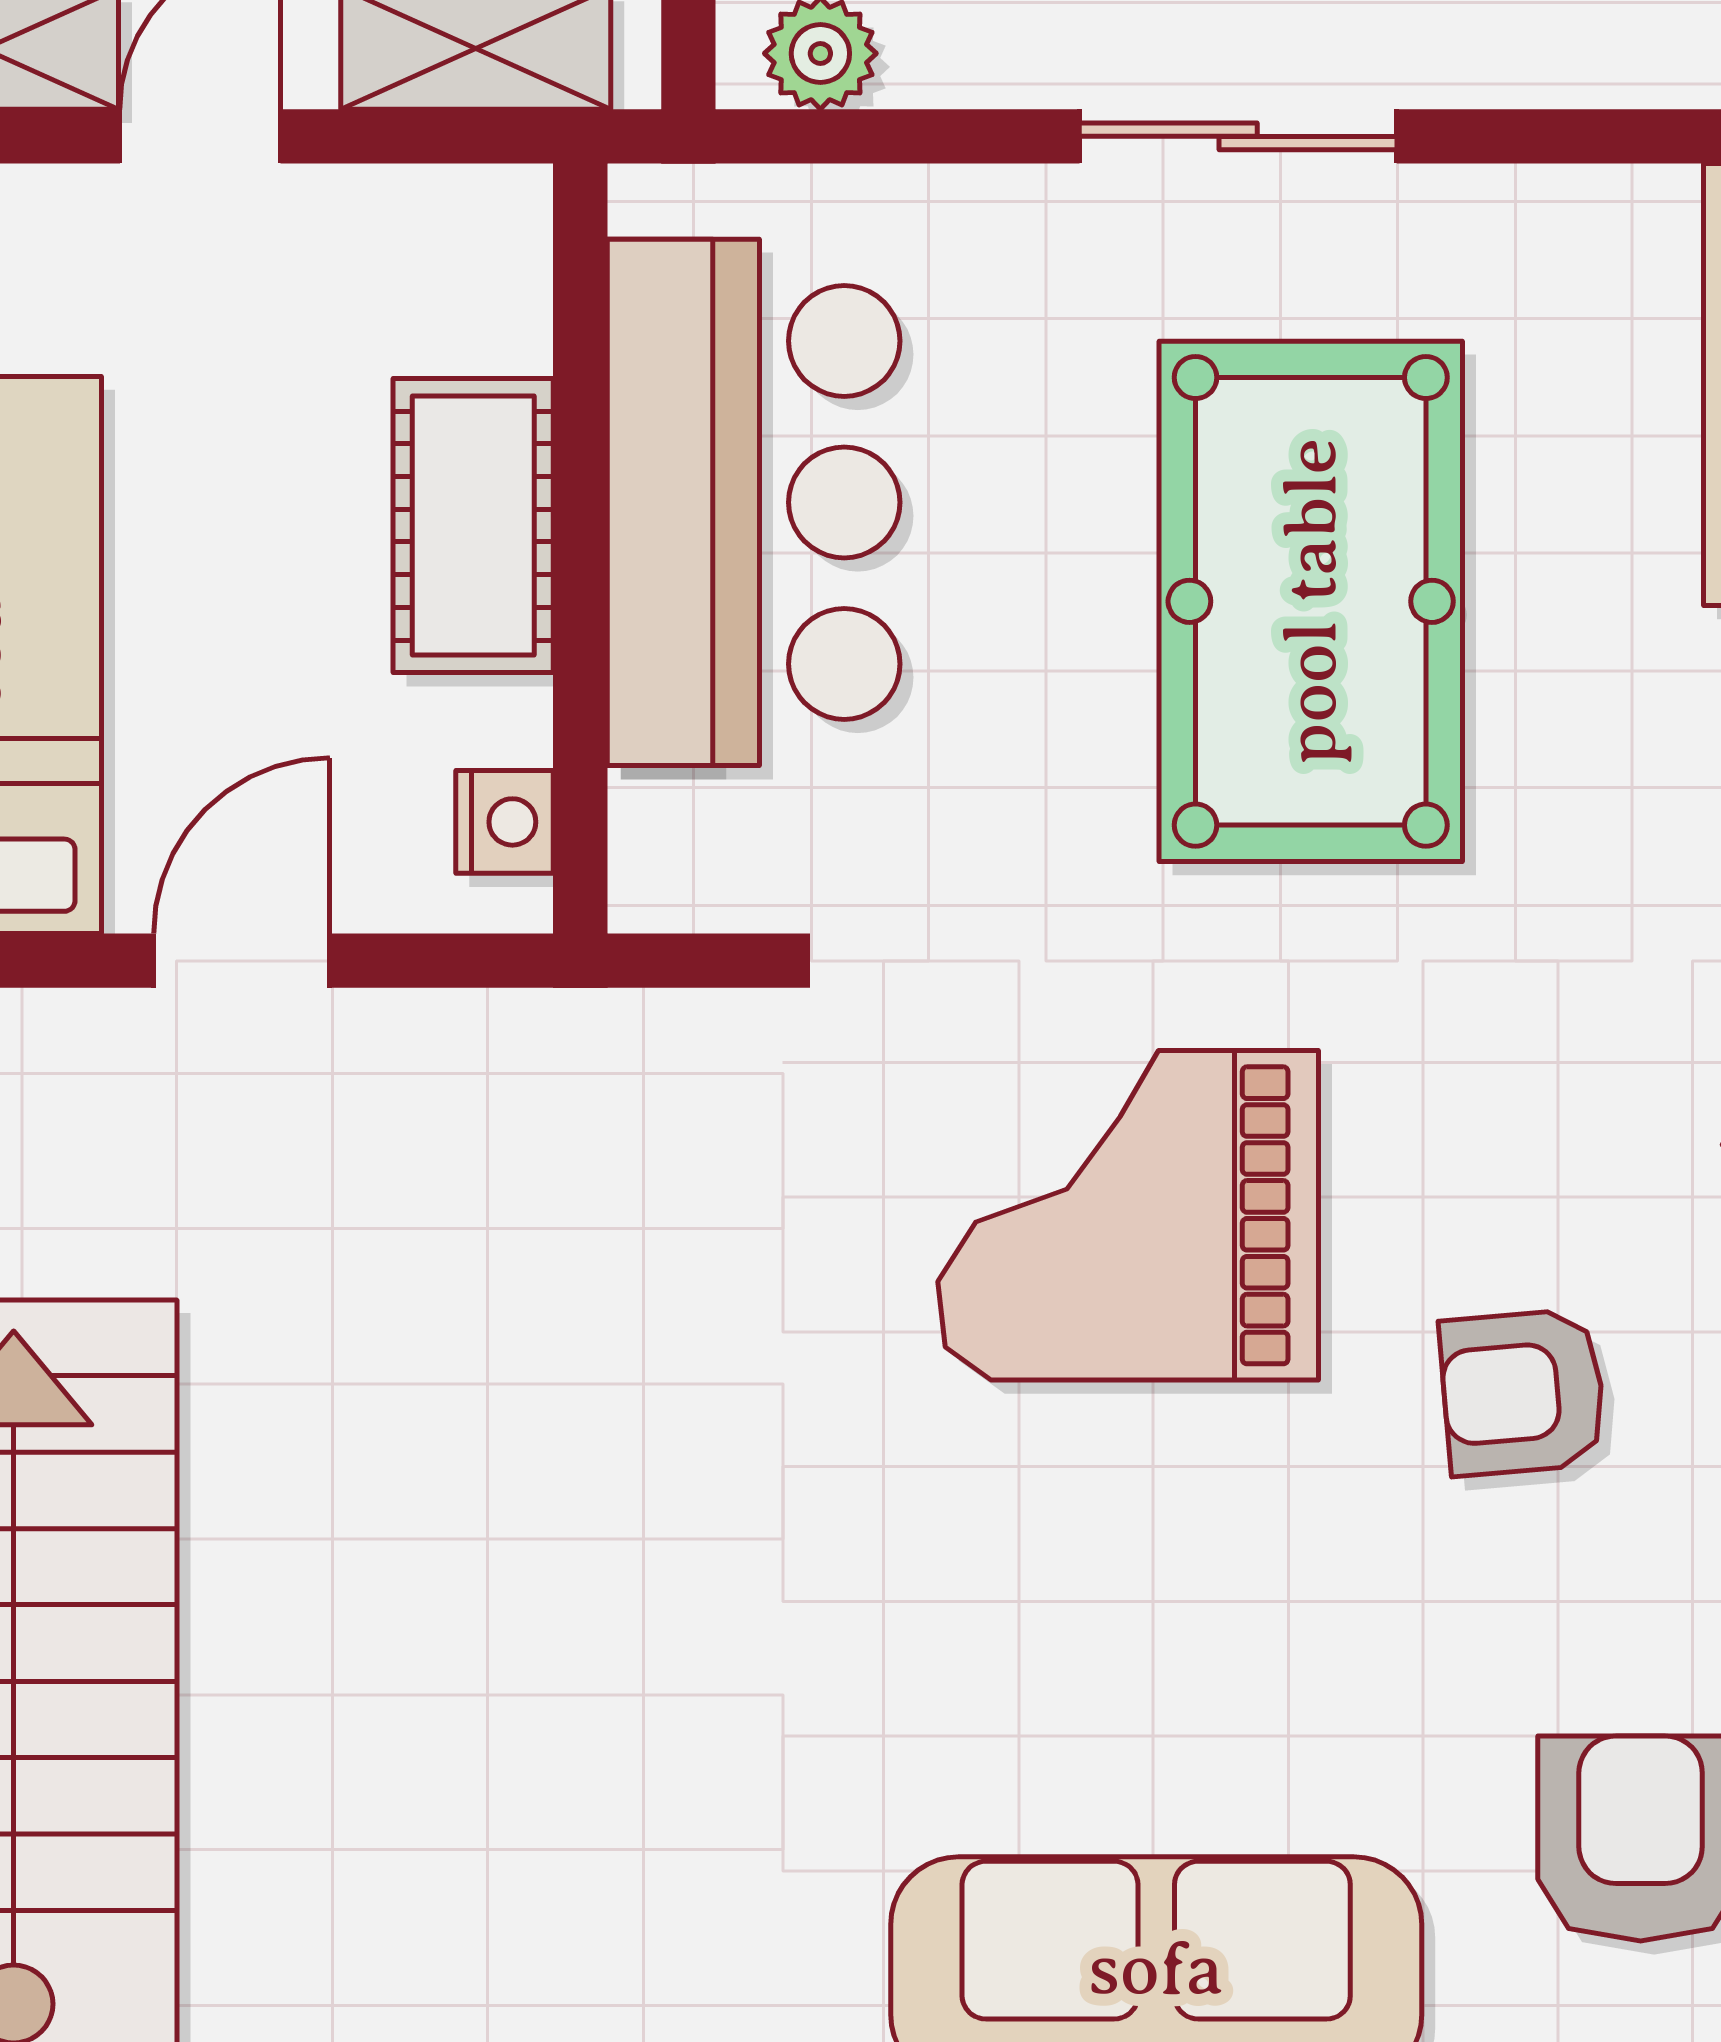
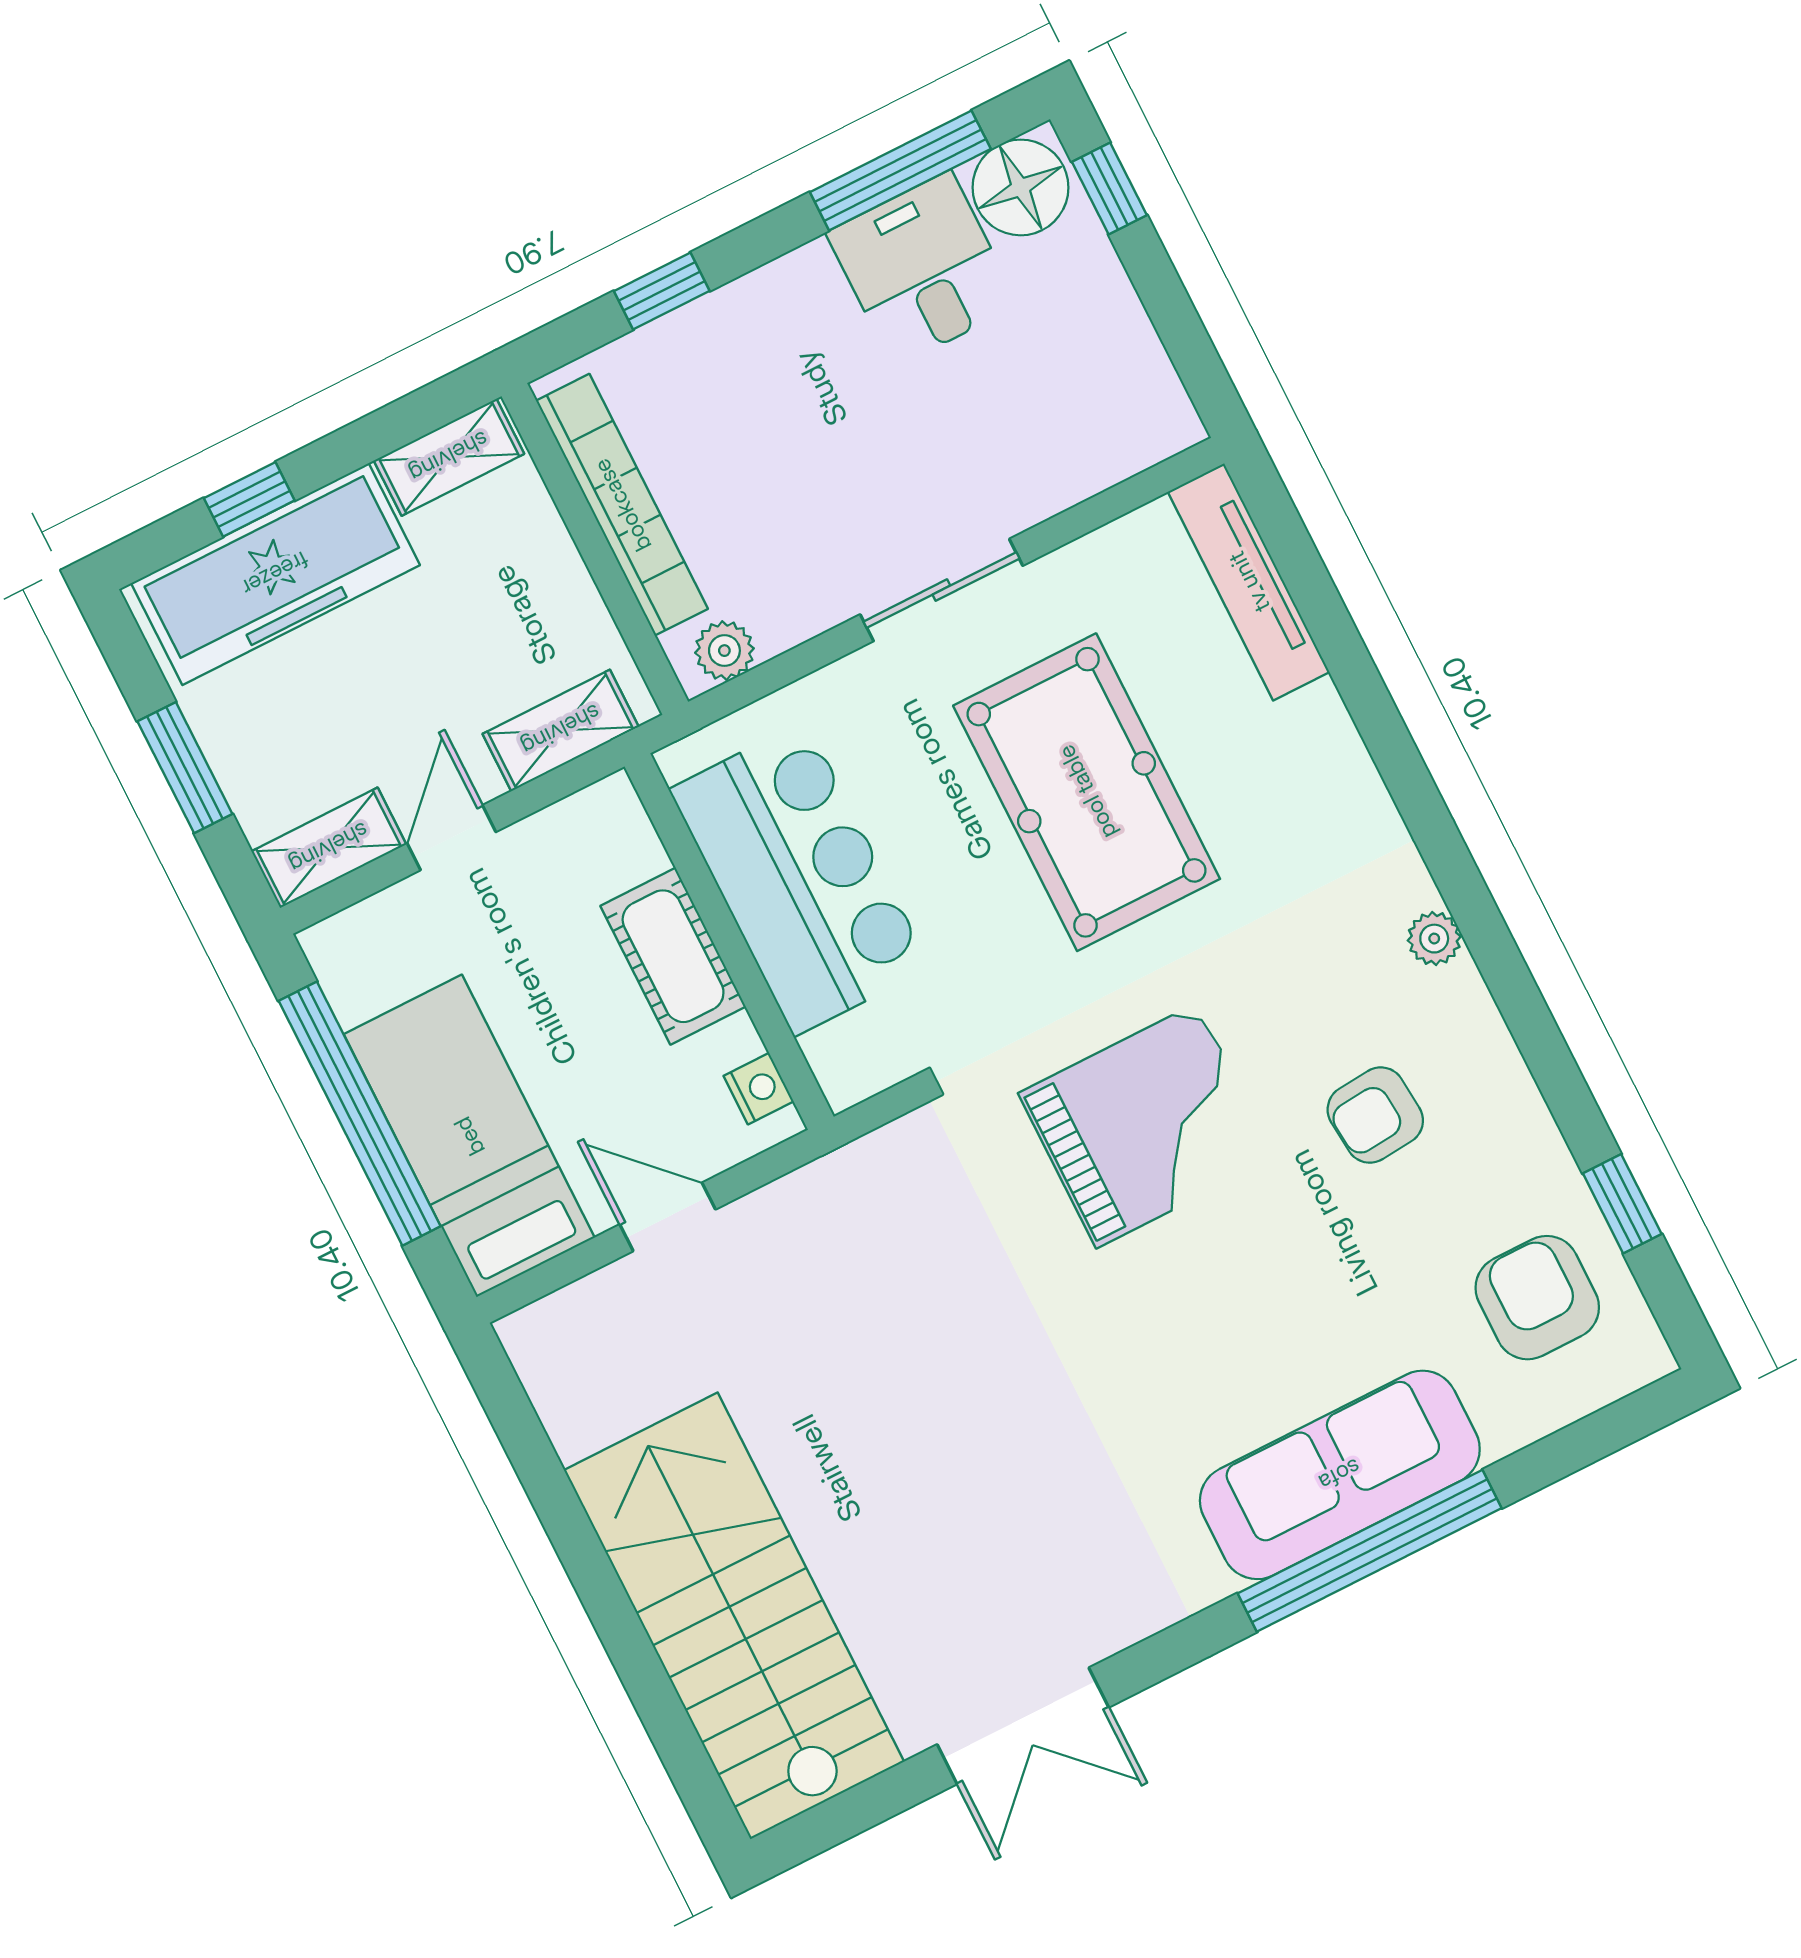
door: (242, 961) -> (668, 1217), hinge flipped
grand piano: (1128, 1215) -> (1147, 1126), turned 180

